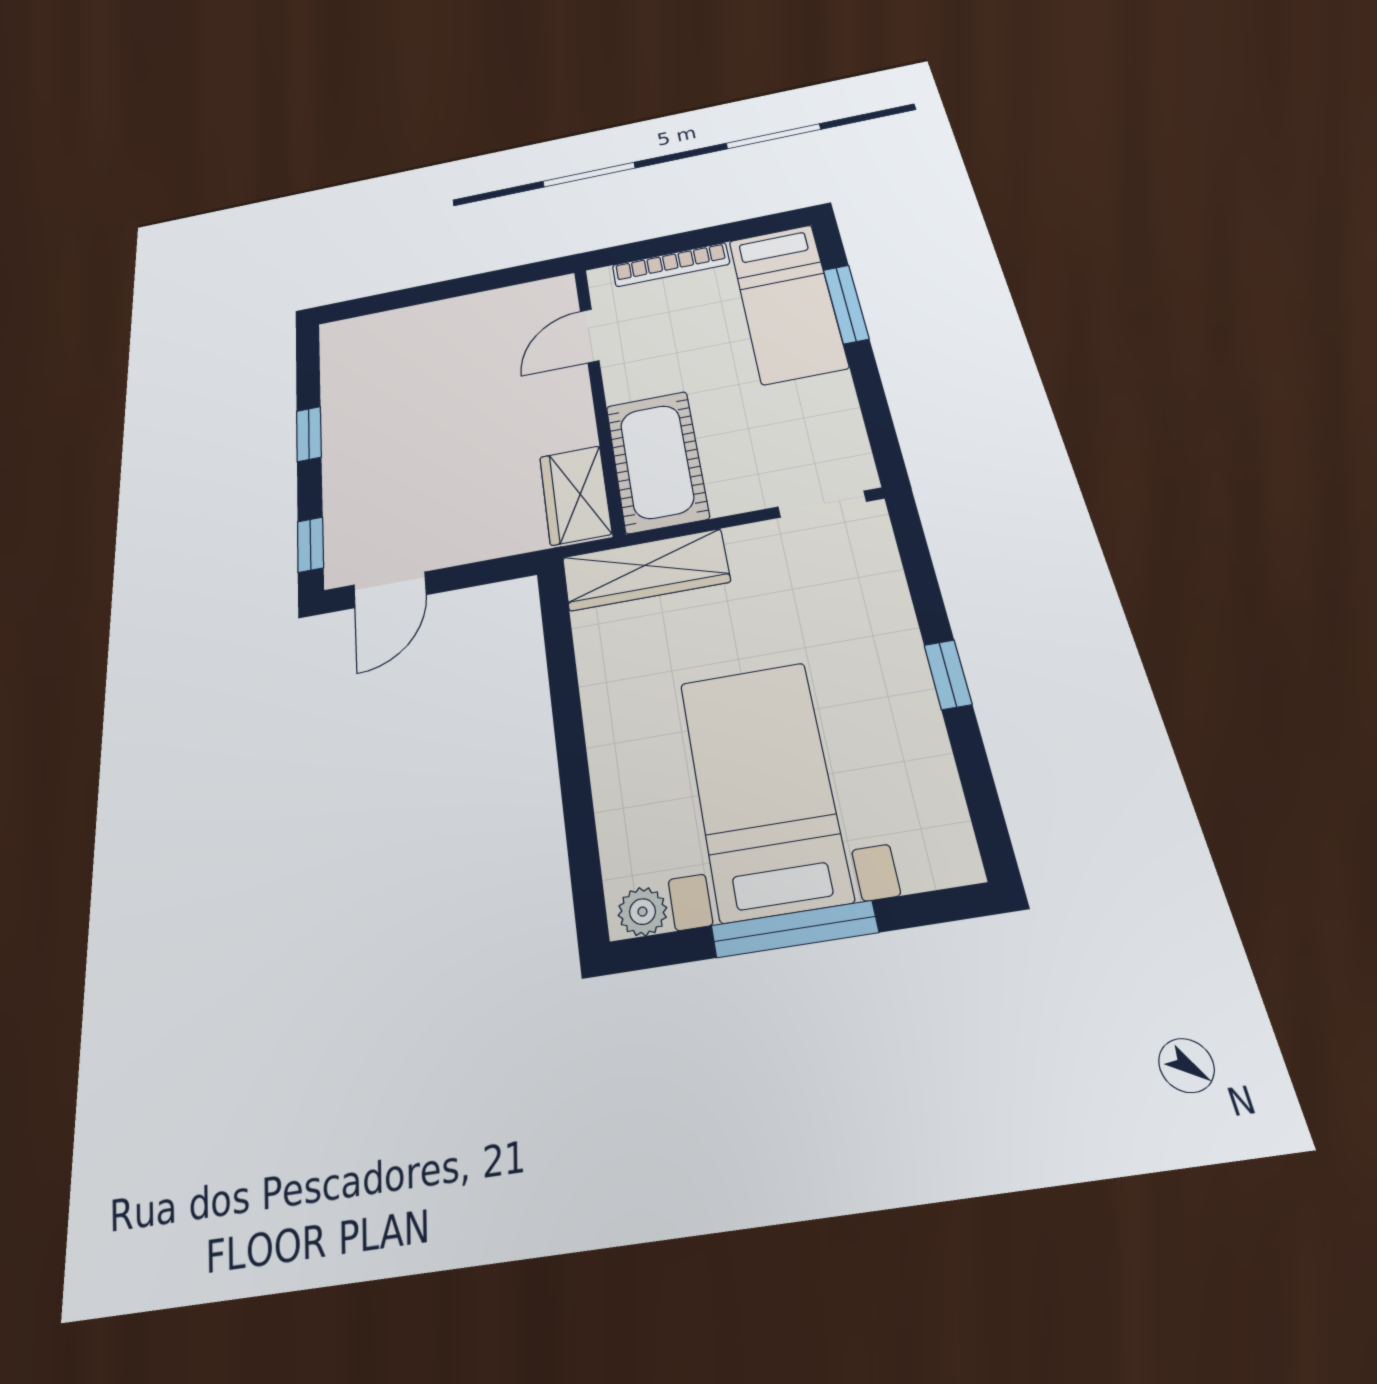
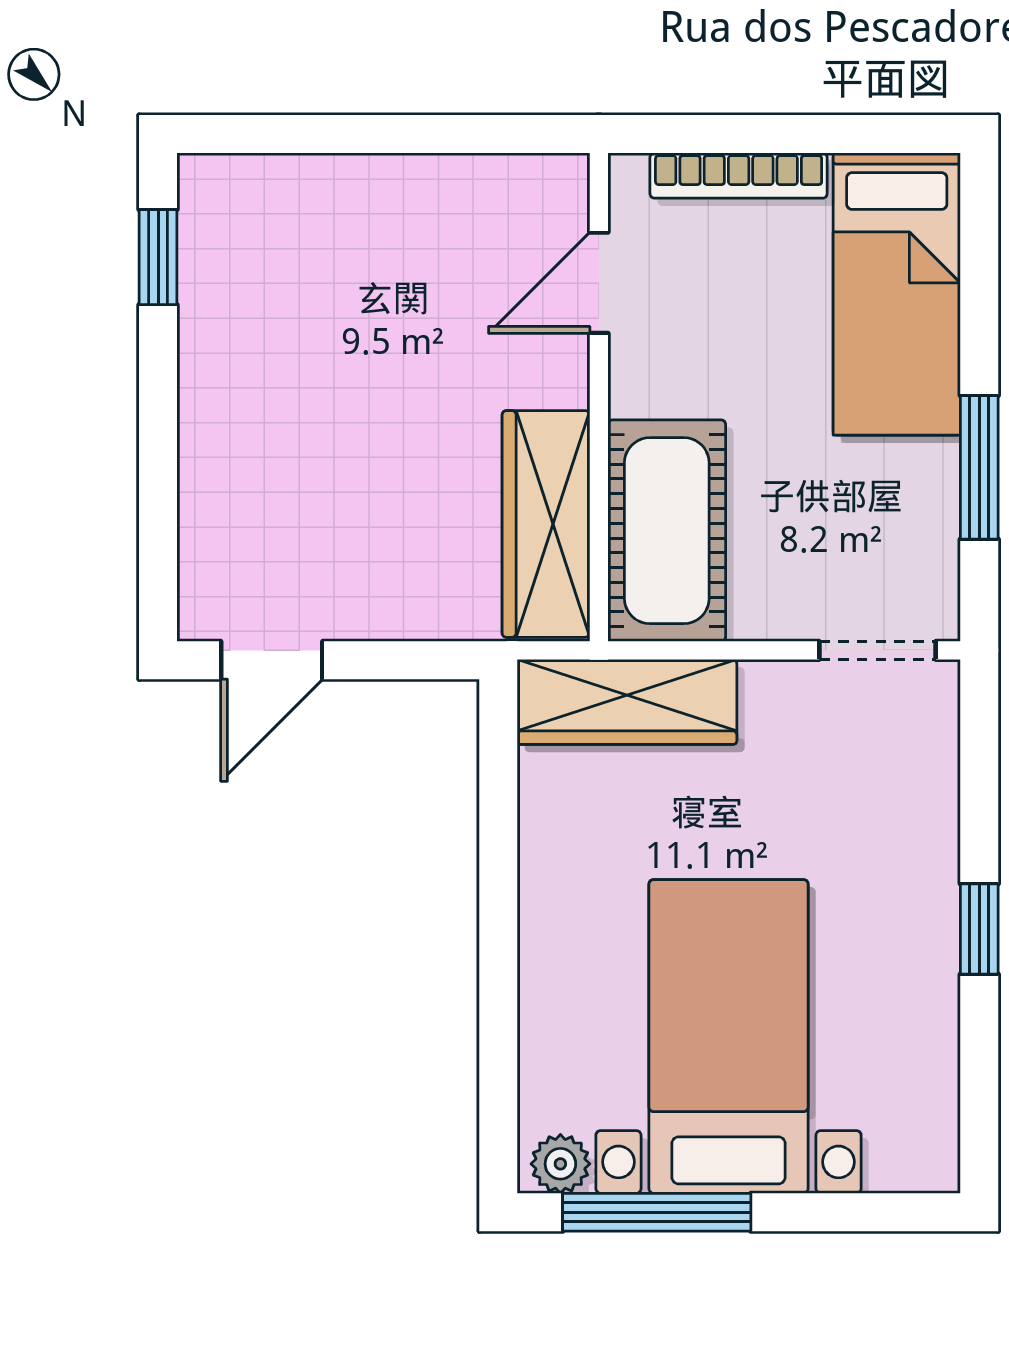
window: (846, 304) -> (979, 467), moved
window: (309, 434) -> (158, 257), moved
wardrobe: (575, 495) -> (546, 524), width x1.50
window: (310, 545) -> (158, 561), removed
window: (794, 929) -> (657, 1212), moved

